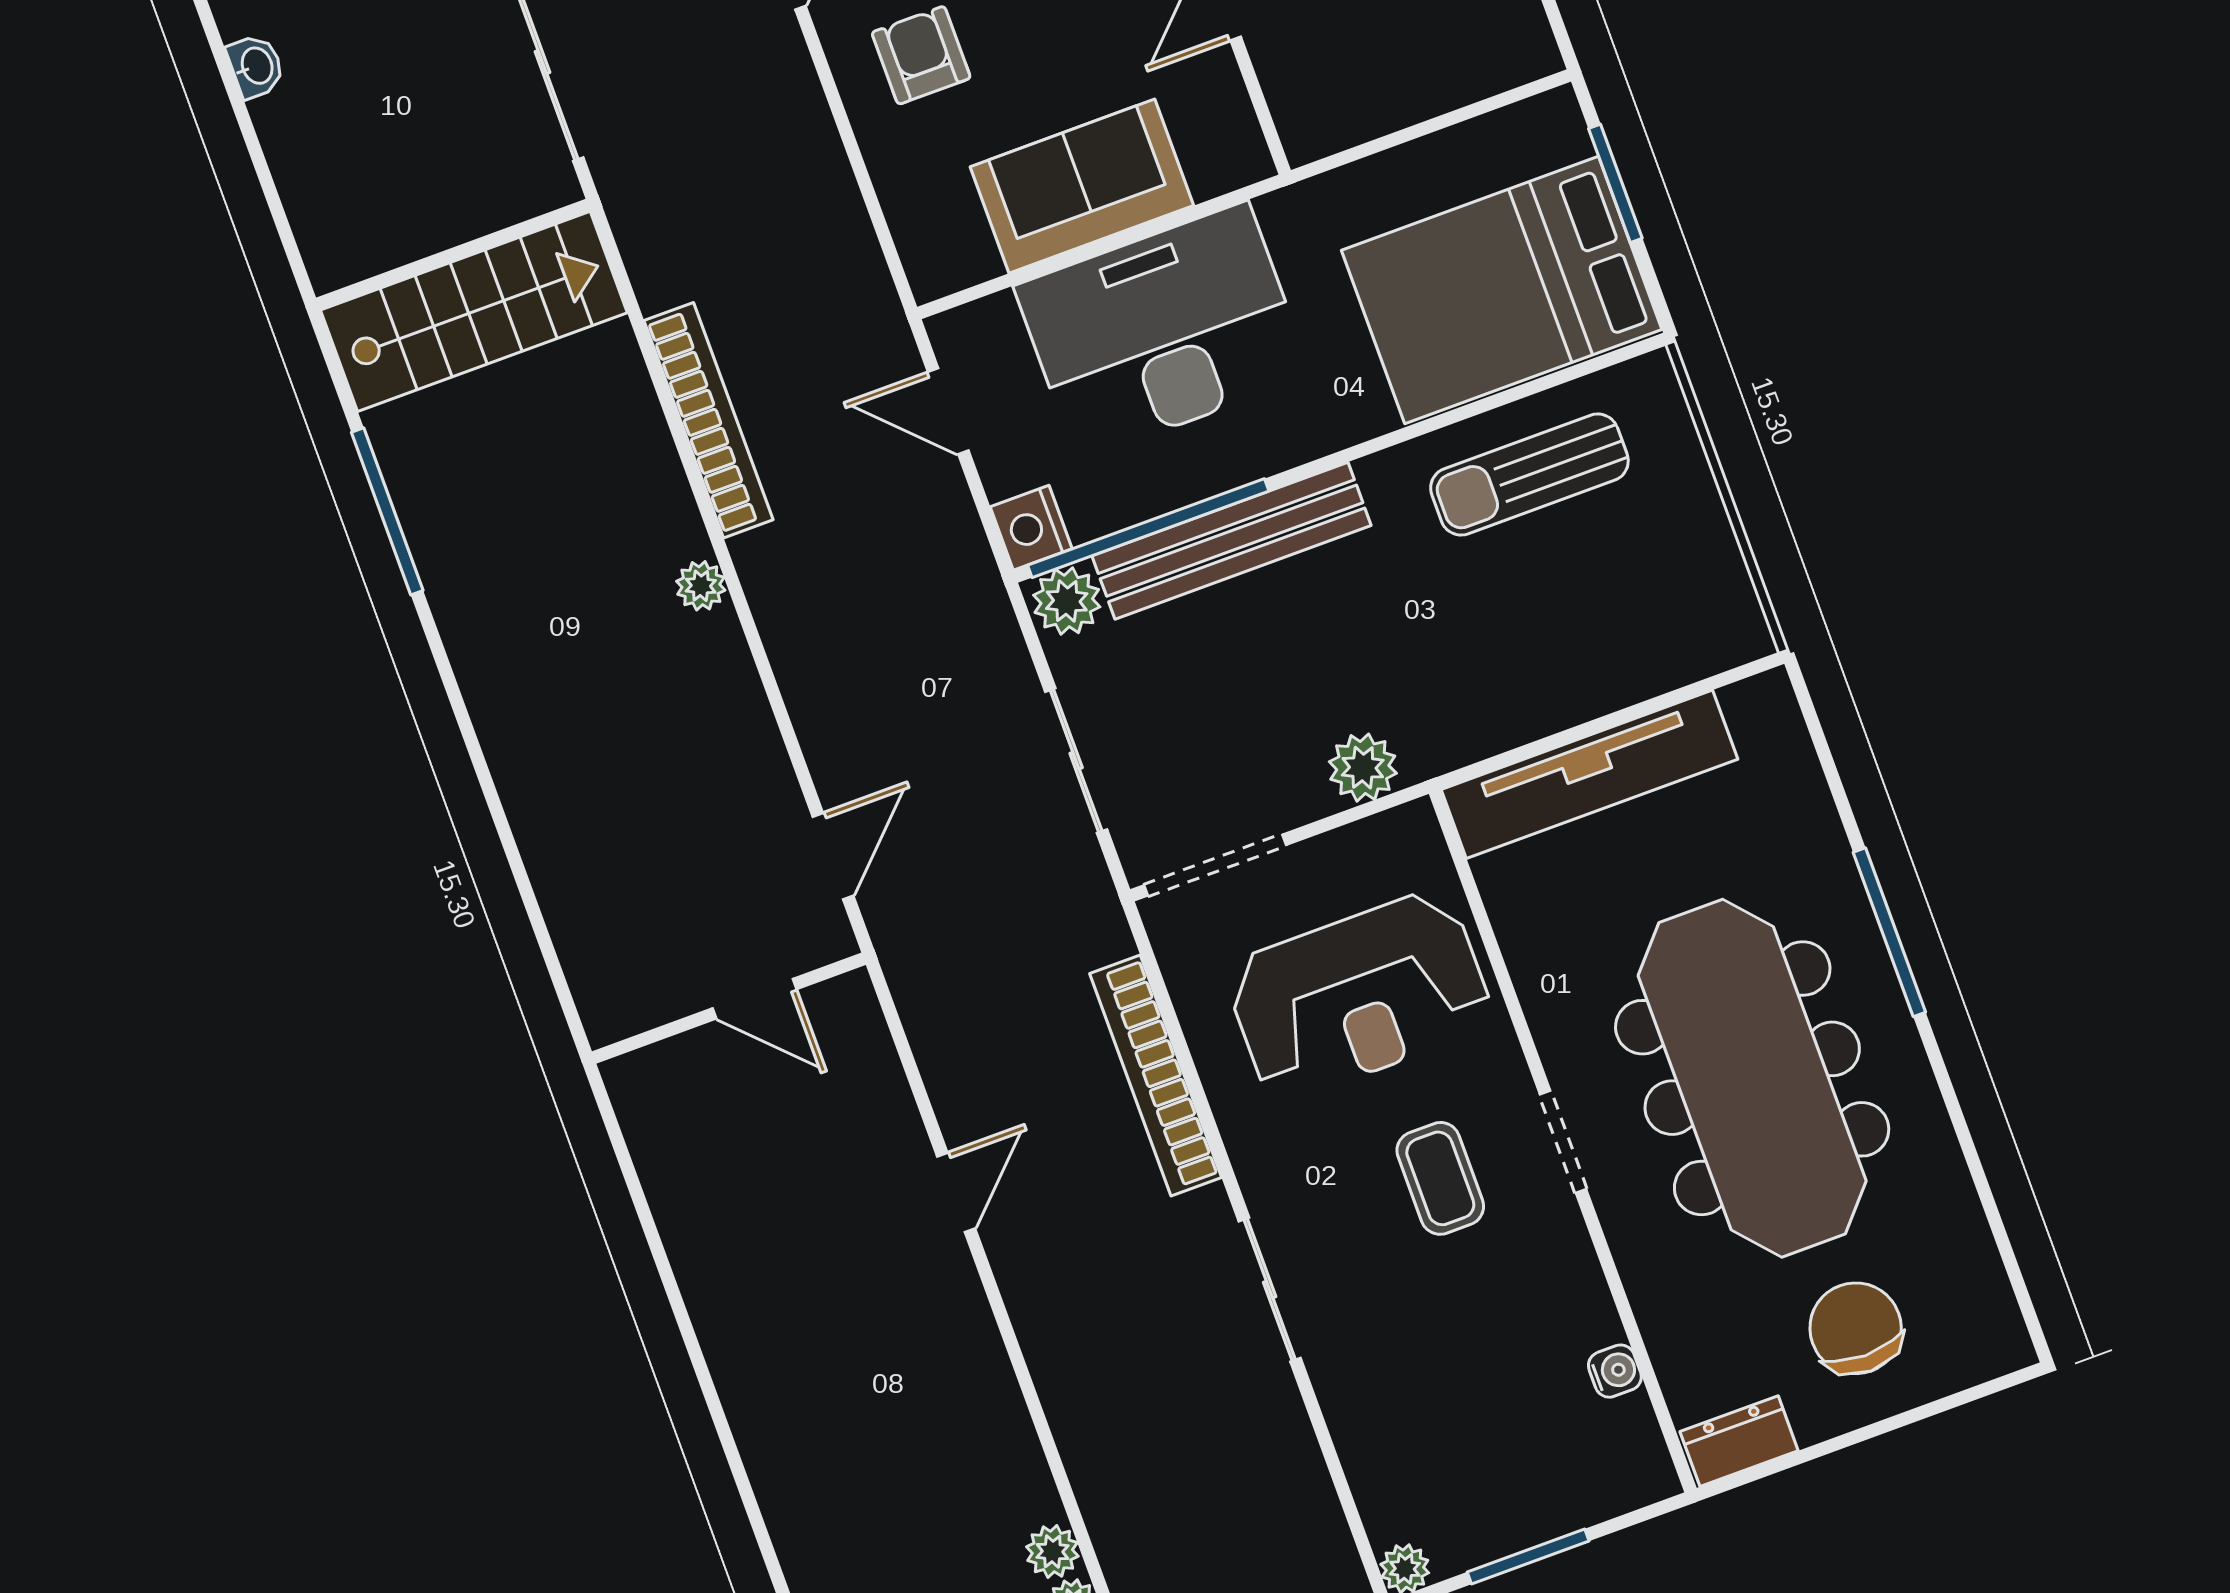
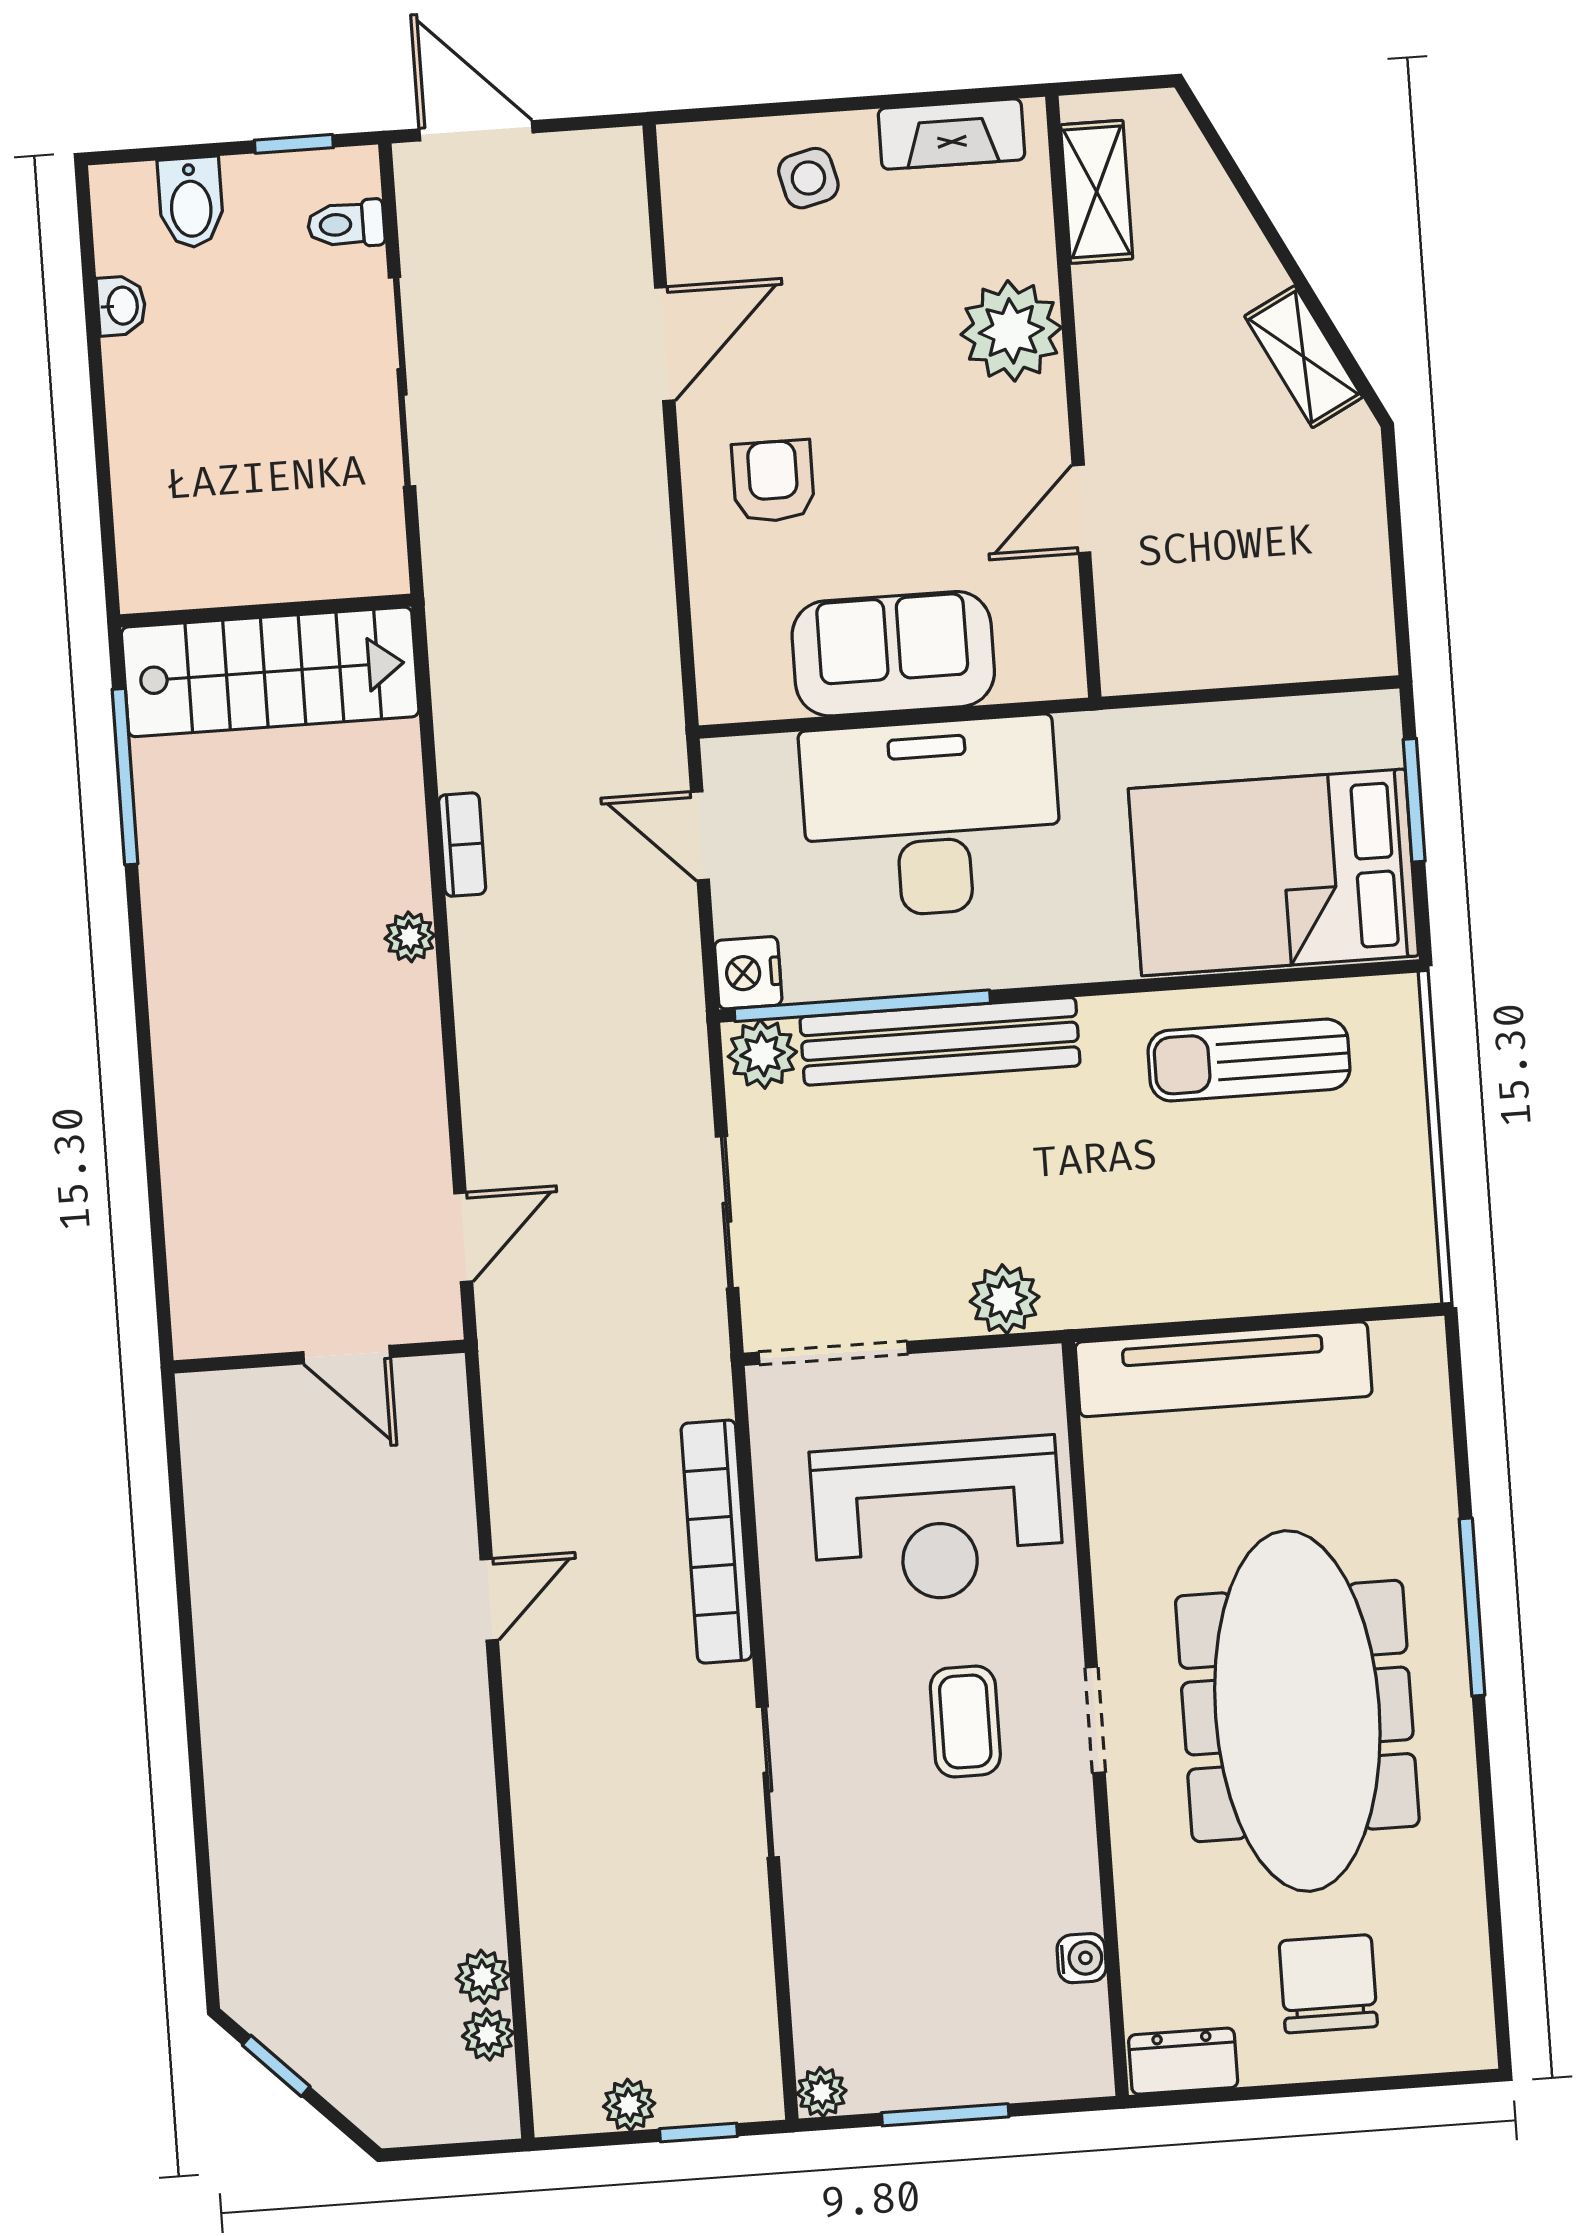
wall: (453, 254) -> (266, 610), moved
stairs: (474, 311) -> (270, 672), moved
bookcase: (709, 420) -> (462, 845), width x0.43, depth x0.76

